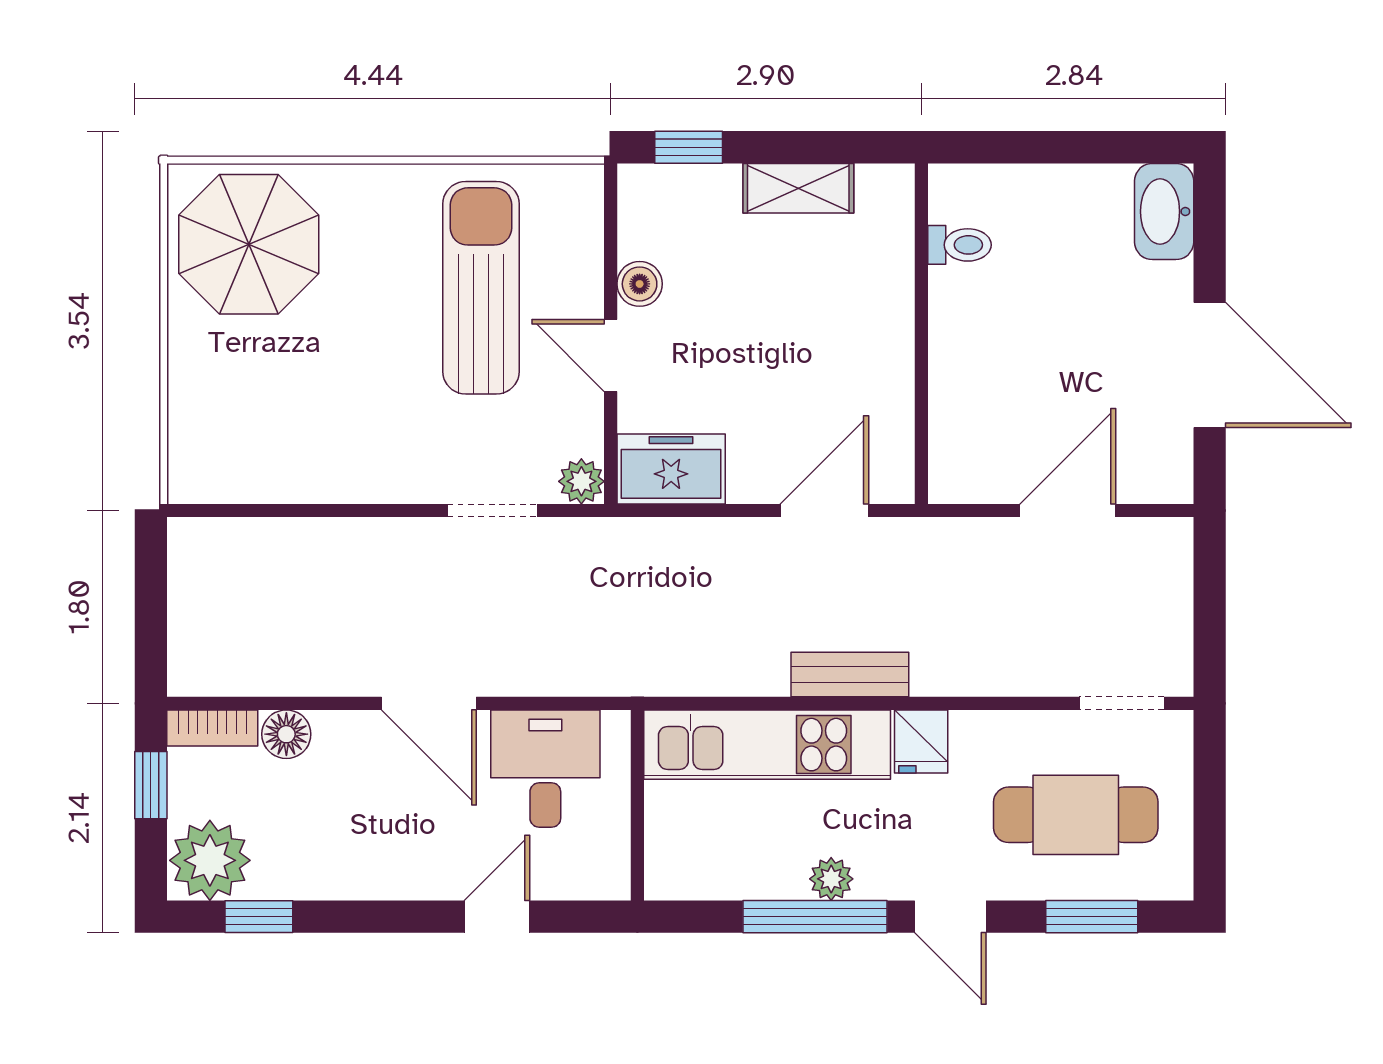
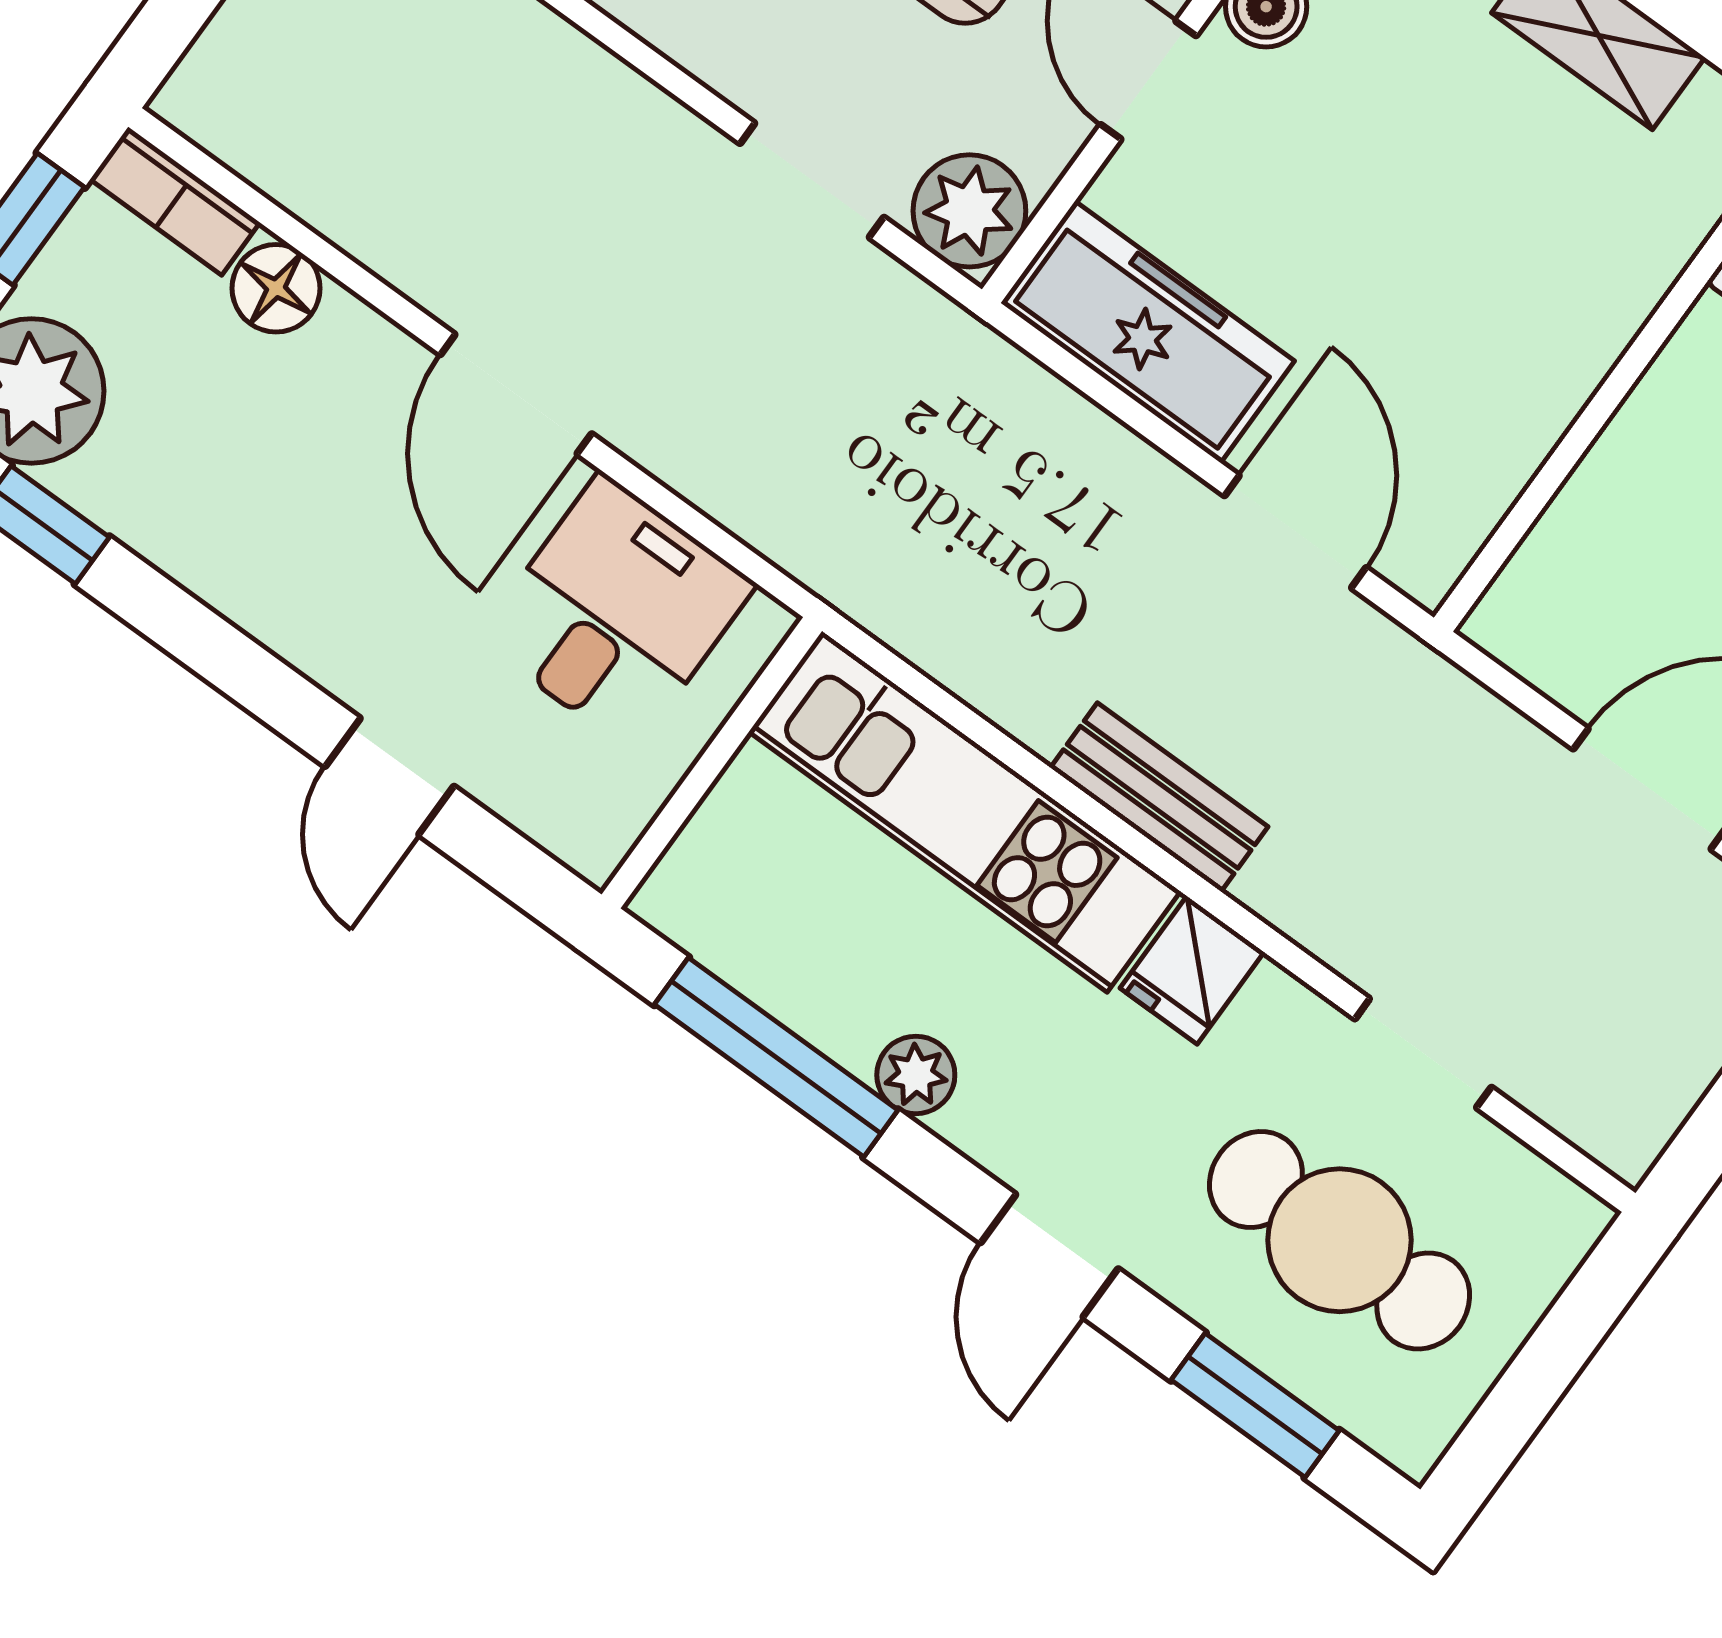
freezer: (671, 469) -> (1148, 332), width x1.40
plant: (581, 481) -> (969, 211), width x1.38, depth x1.38
door: (824, 510) -> (1295, 532), hinge flipped
doorway: (1122, 703) -> (1423, 1053), moved
door: (497, 917) -> (390, 776), swing flipped
window: (815, 917) -> (776, 1057), moved

